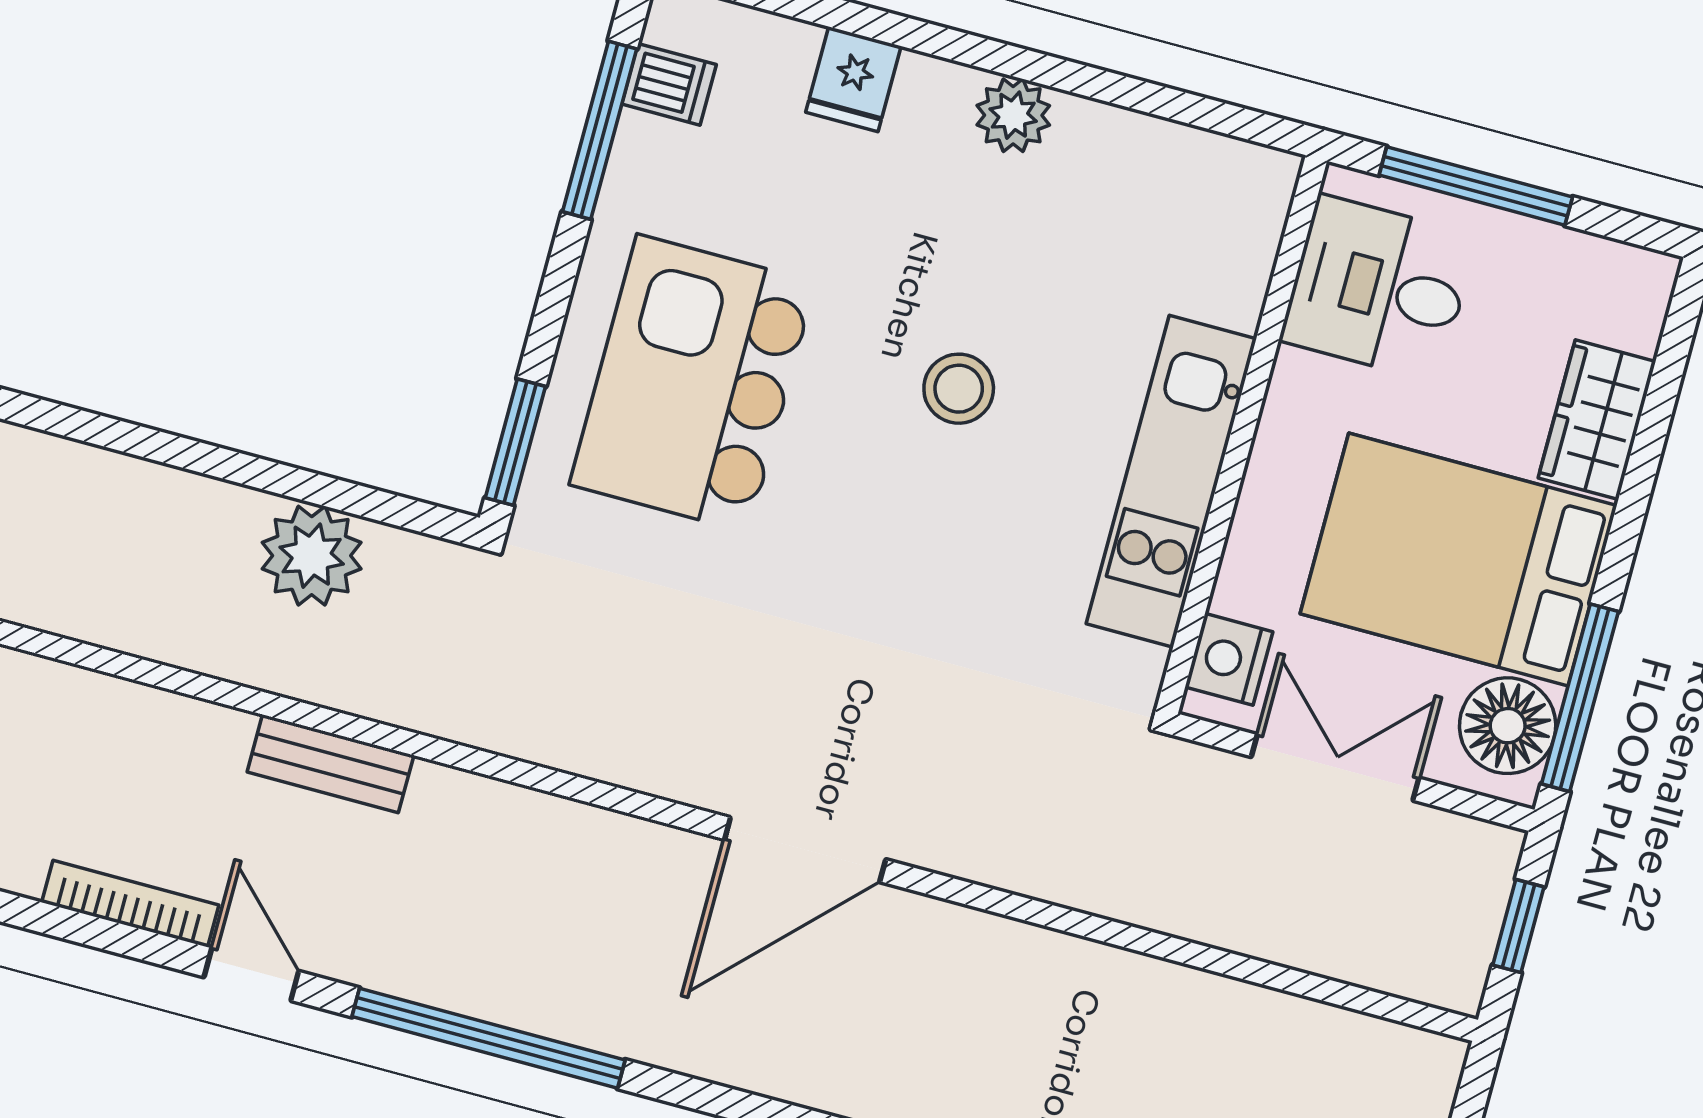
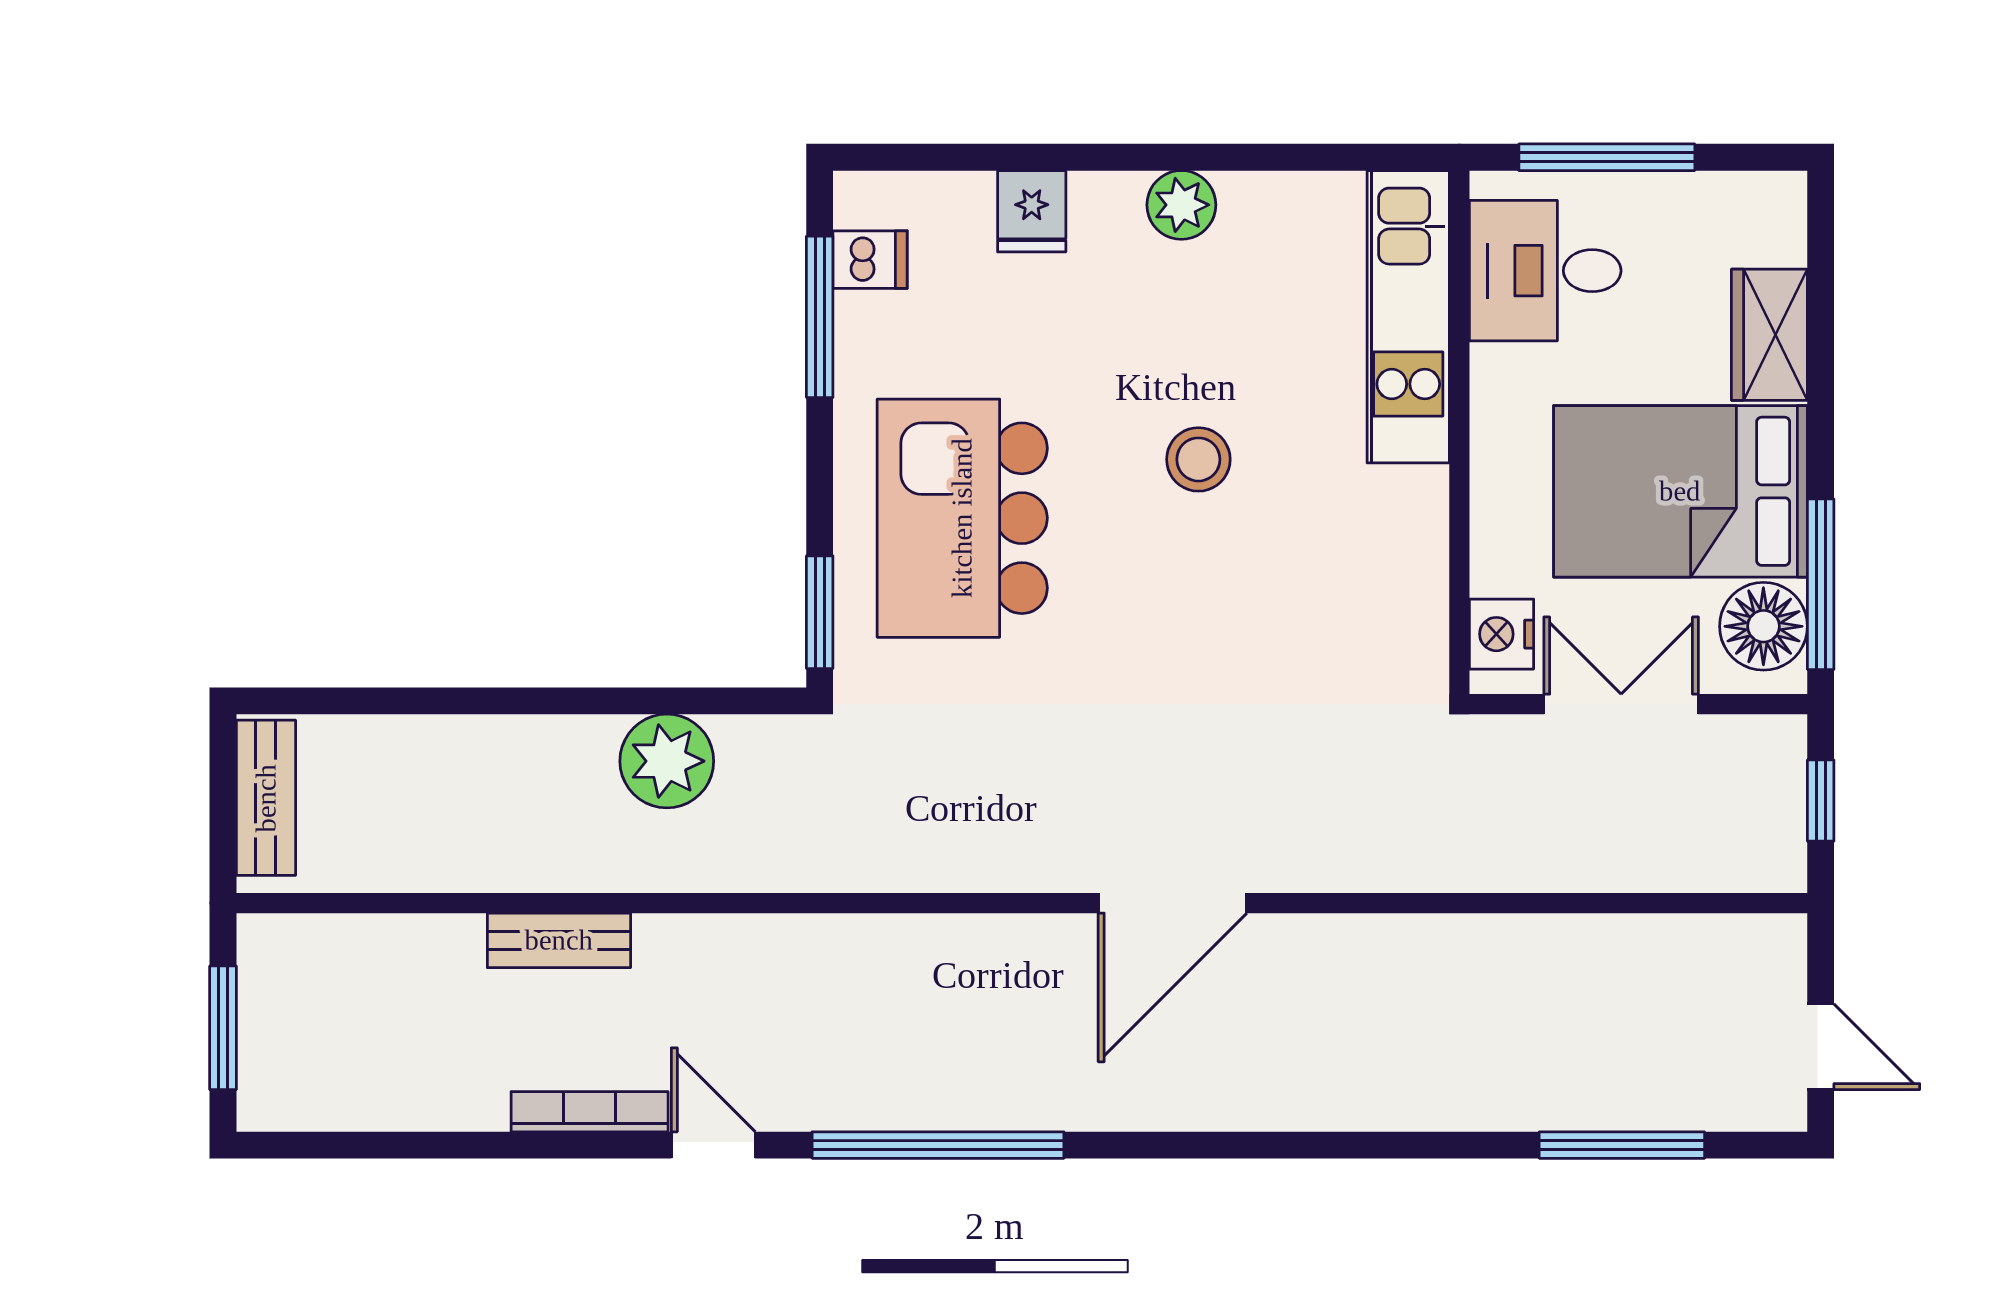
kitchen unit: (1171, 481) -> (1408, 317), moved
bench: (330, 764) -> (559, 940), moved

